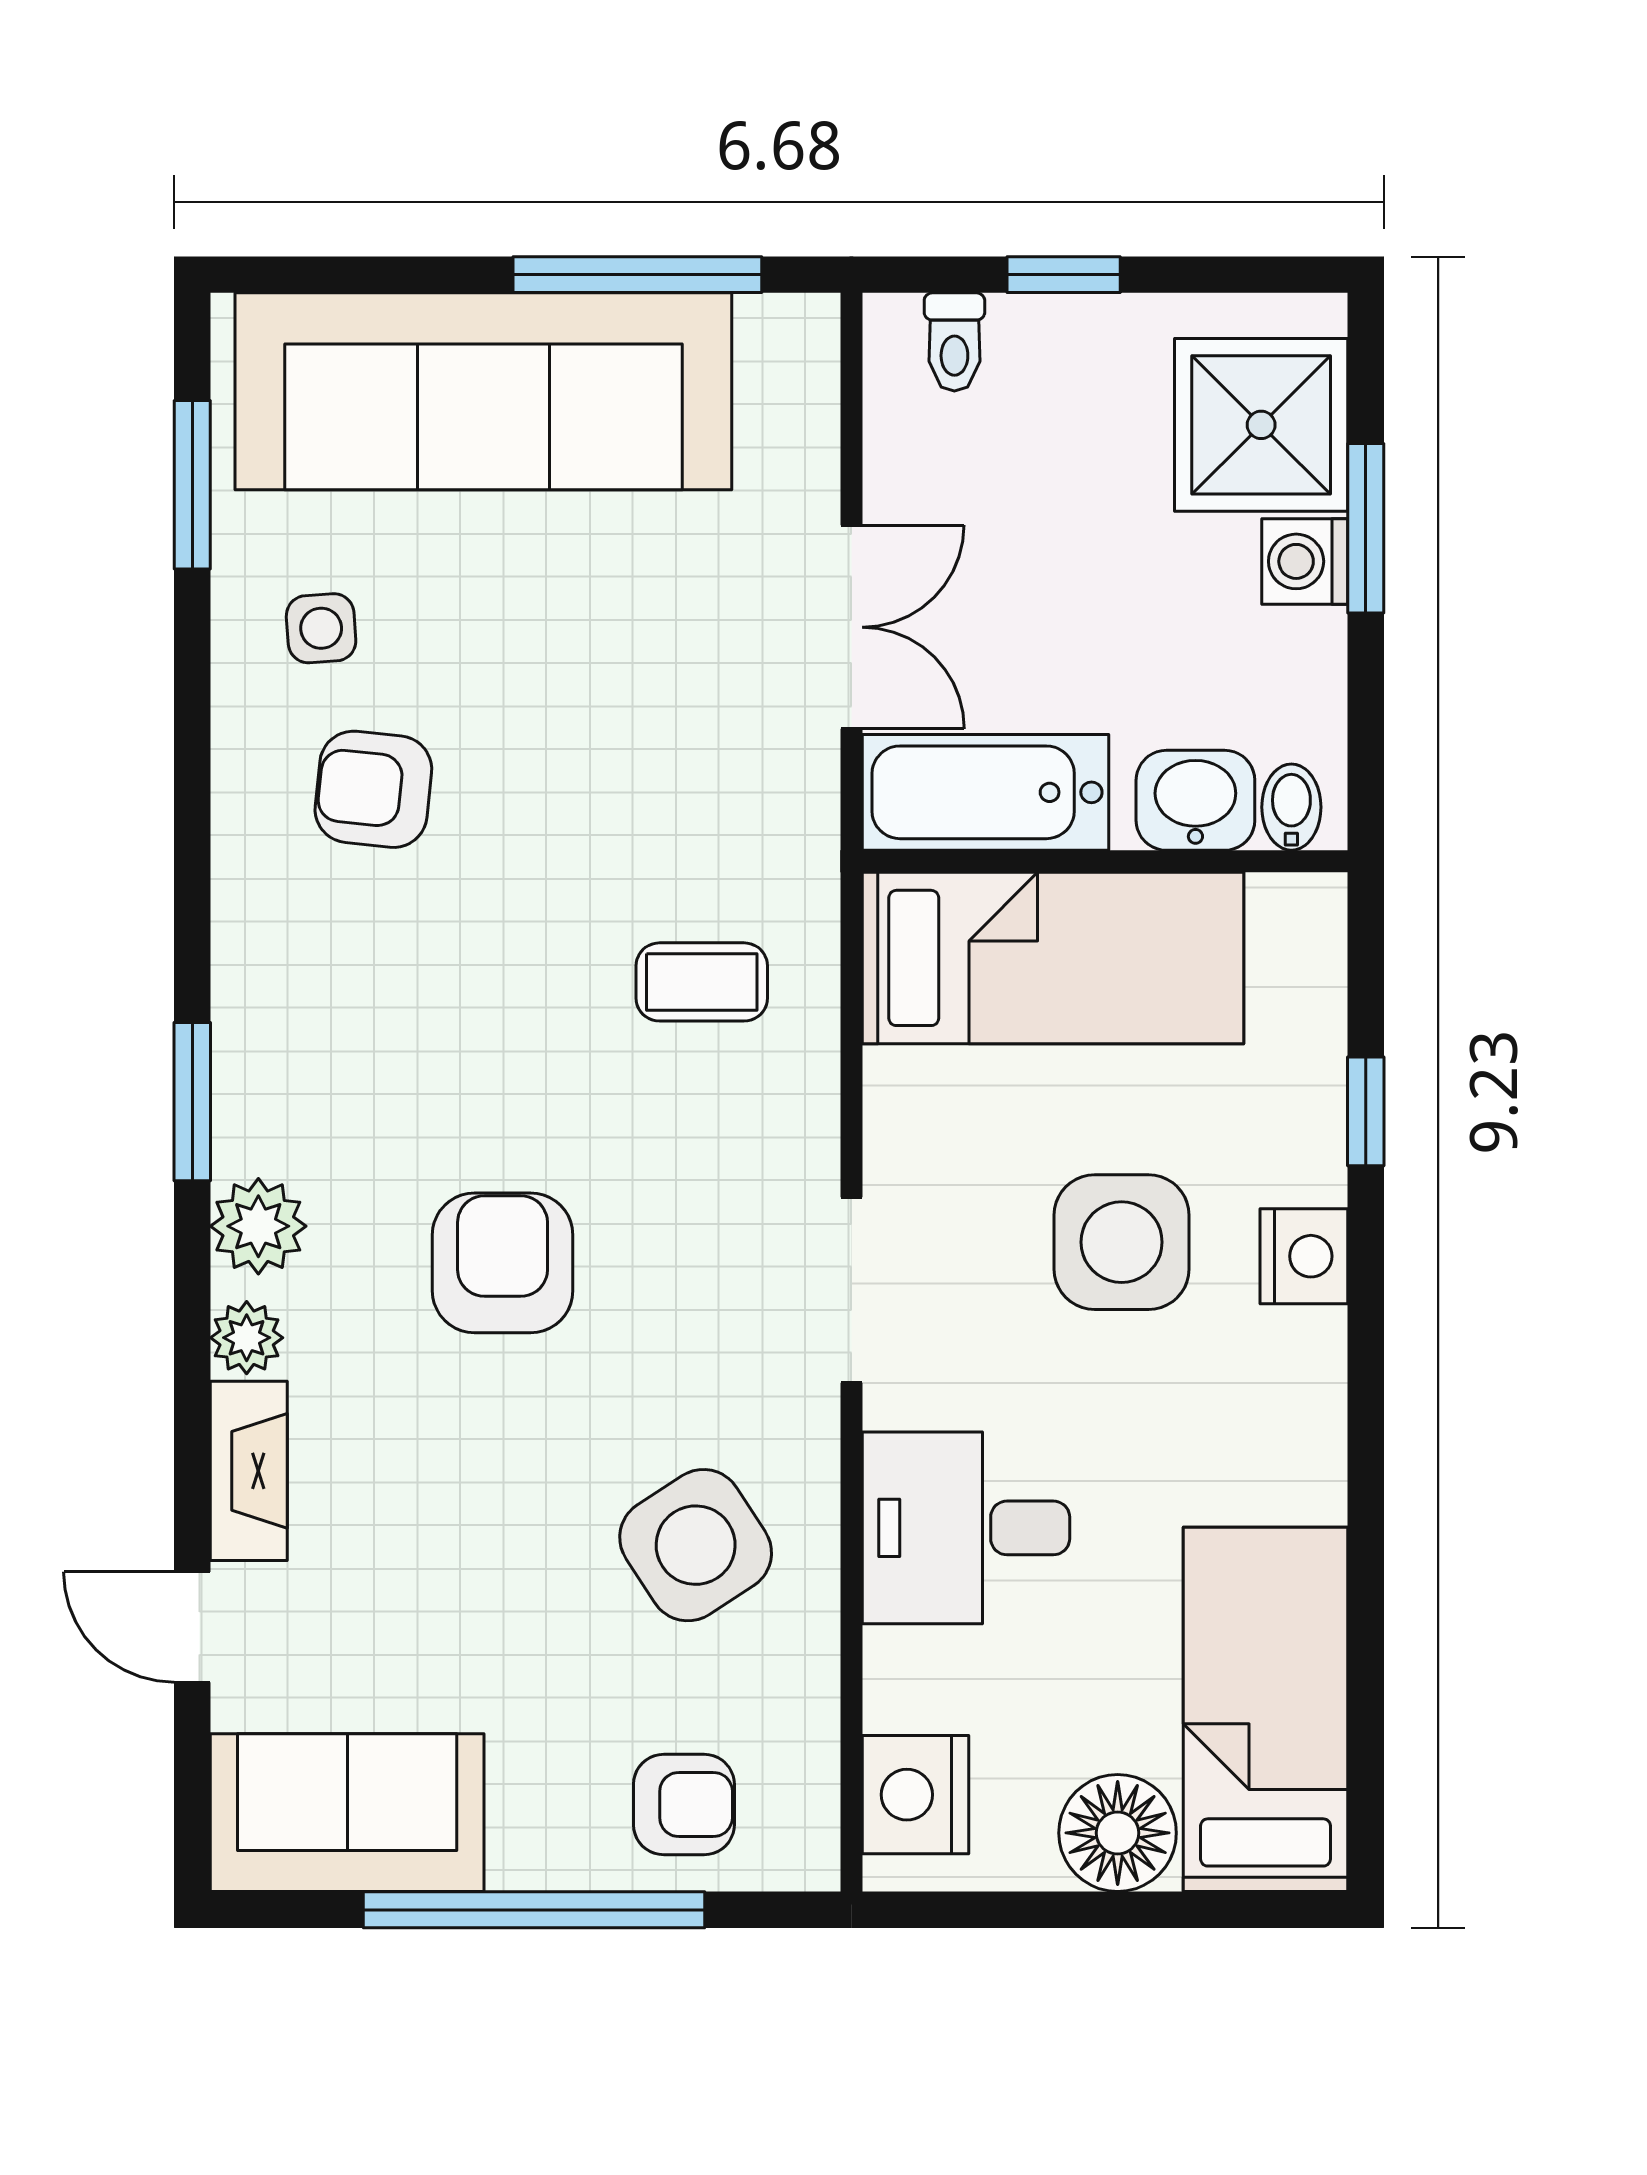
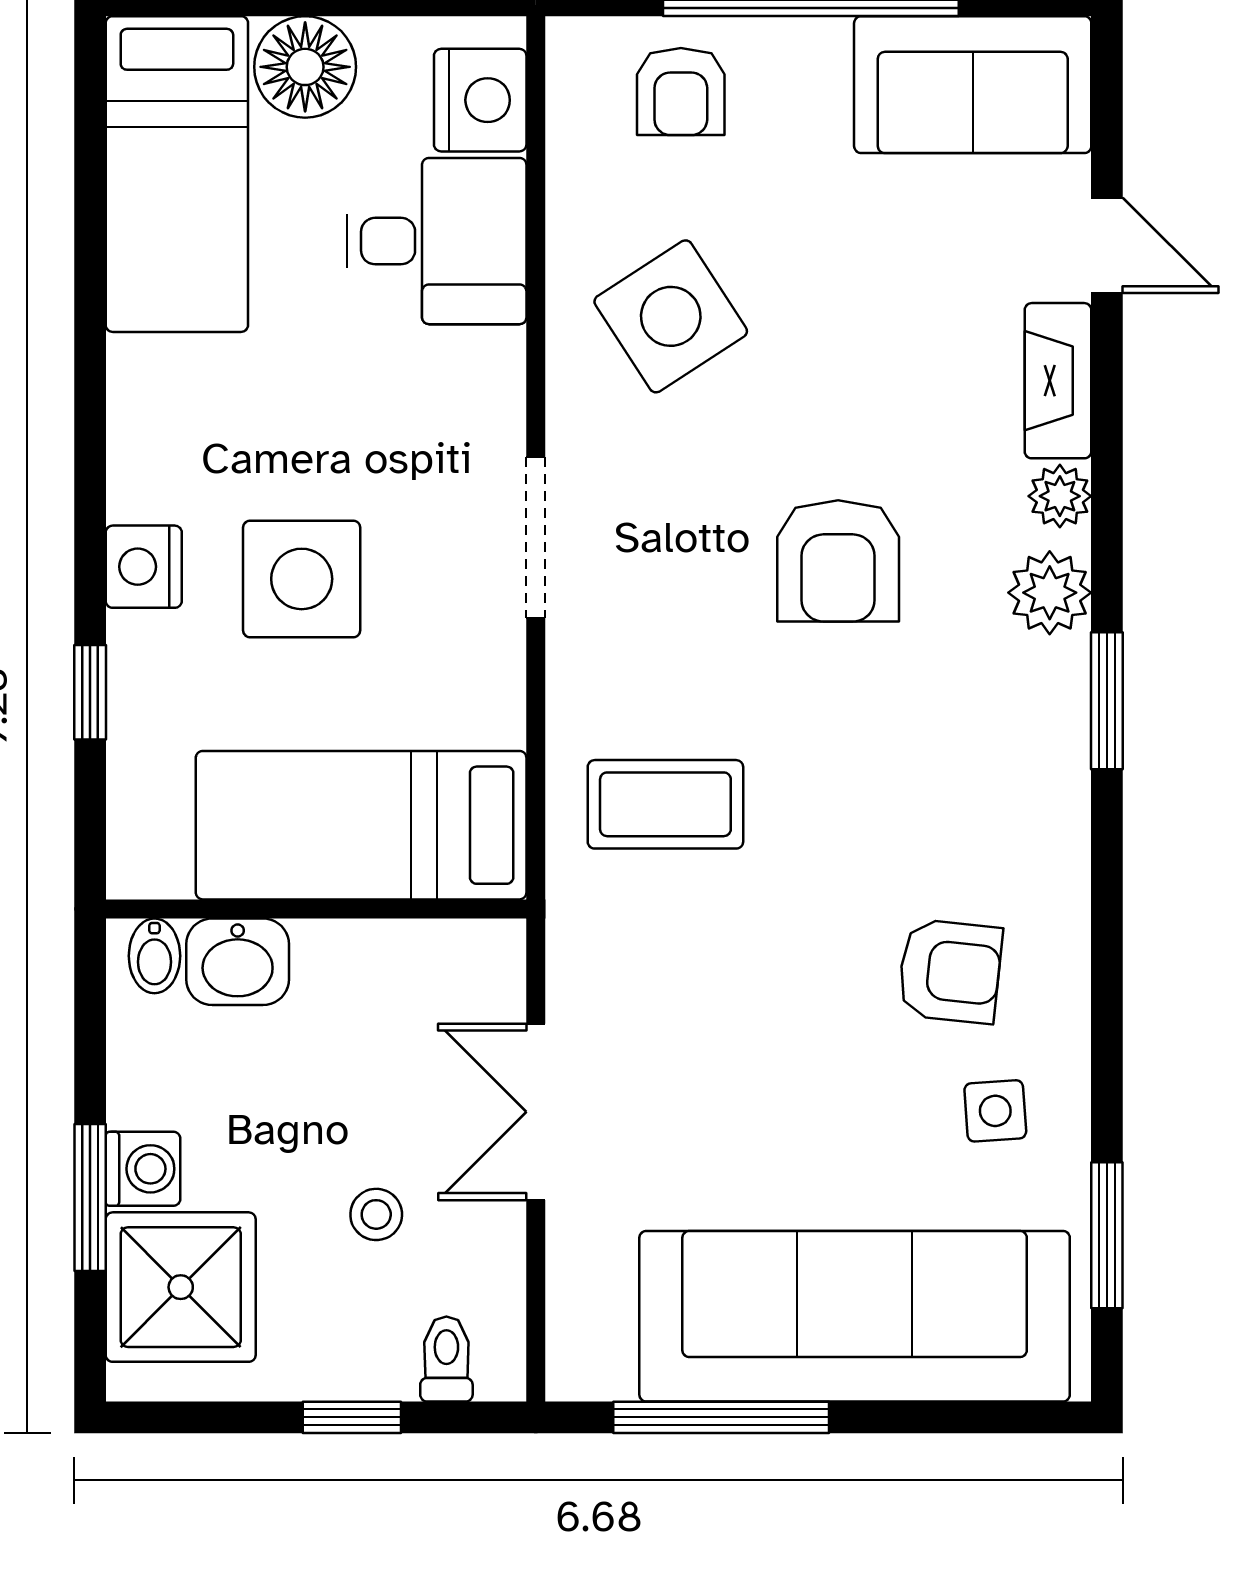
stool: (1036, 509) -> (376, 1214), added
bathtub: (985, 792) -> (420, 969), removed
coffee table: (702, 982) -> (665, 804), width x1.36, depth x1.30
desk: (966, 1528) -> (437, 241), moved
armchair: (684, 1805) -> (681, 92), turned -90

